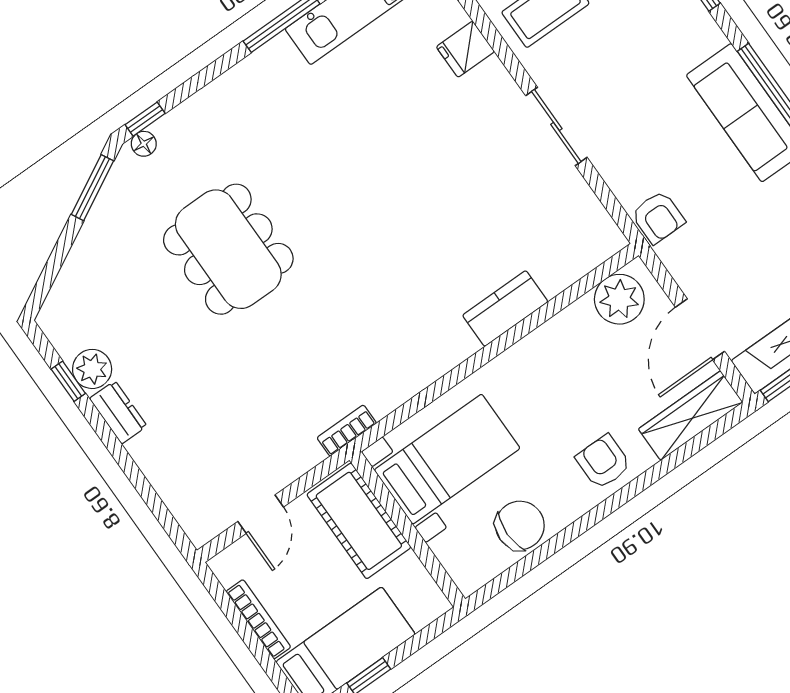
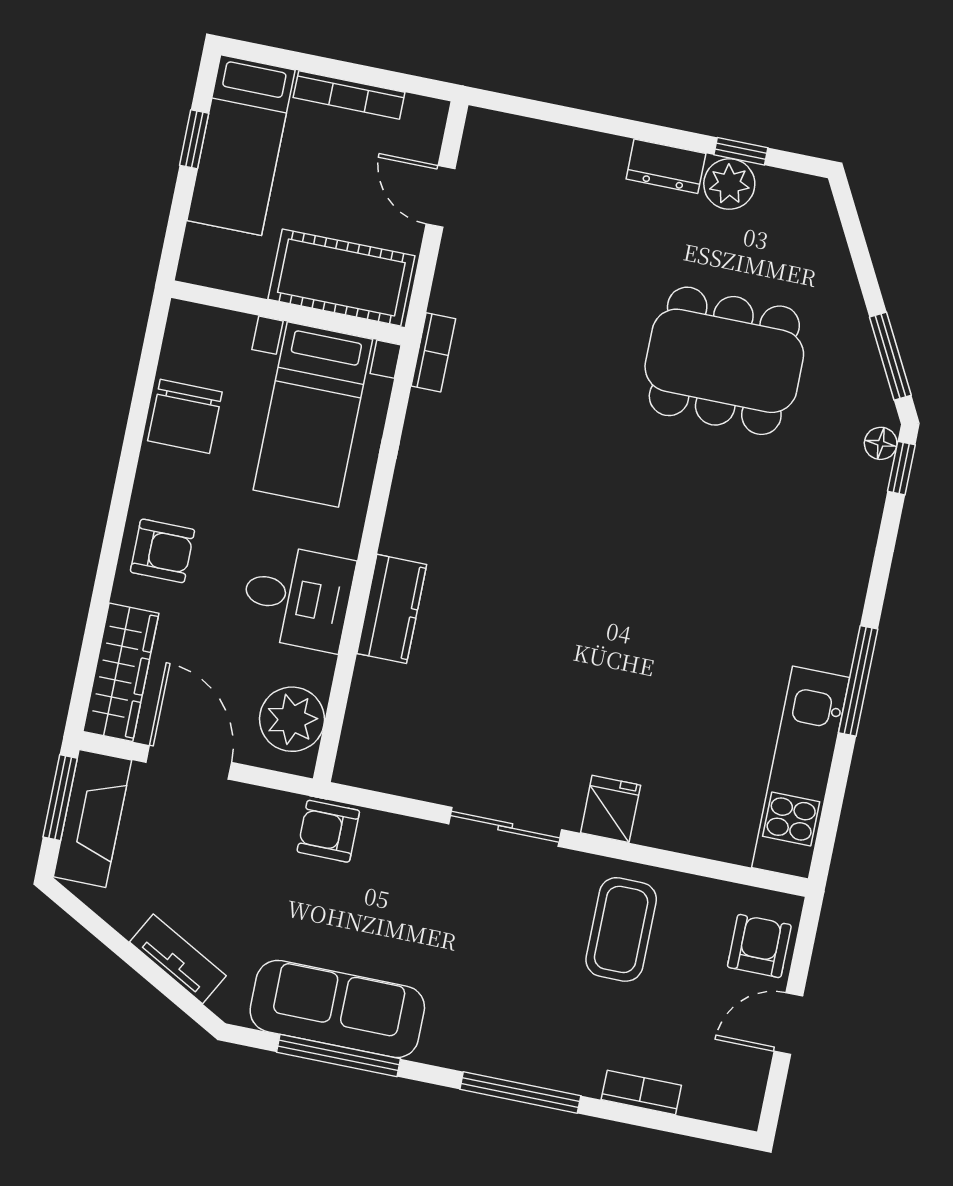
fridge: (465, 49) -> (611, 809), moved
dining table: (228, 249) -> (724, 361), moved
desk: (552, 365) -> (297, 597), added

